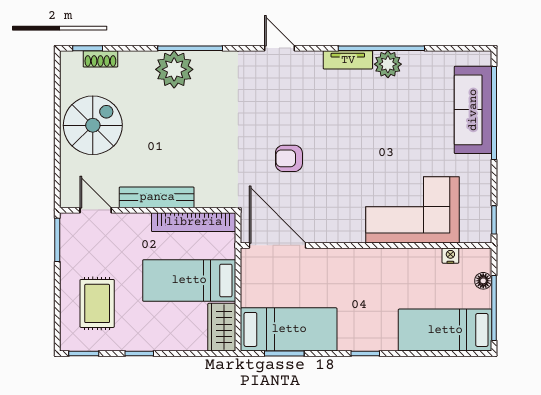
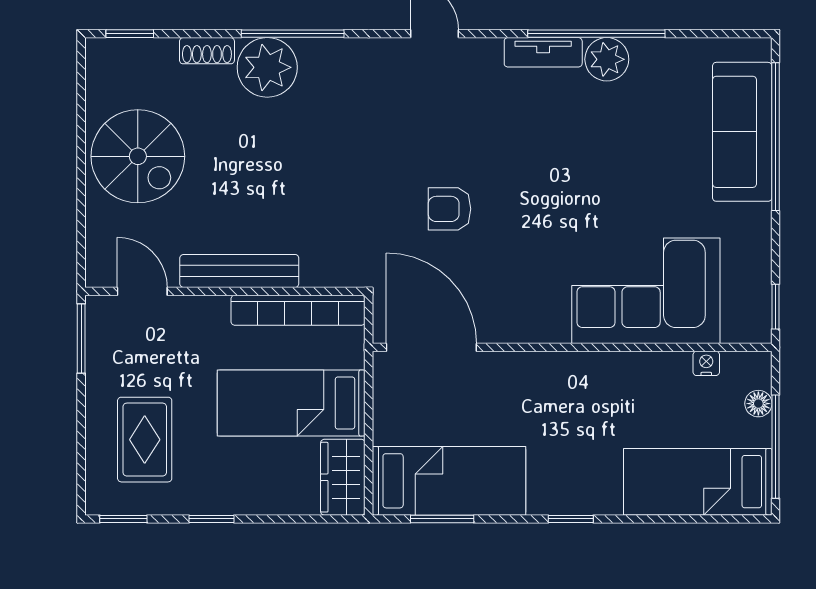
shoe rack: (100, 59) -> (207, 51), moved
spiral stairs: (93, 125) -> (138, 156), turned 90

